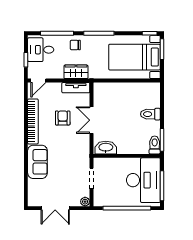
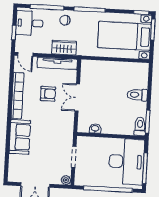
door: (38, 81) -> (25, 54), hinge flipped
tv unit: (76, 88) -> (57, 63), width x1.41
armchair: (63, 118) -> (48, 94), turned 90
washbasin: (106, 148) -> (95, 129), width x0.52, depth x0.69

